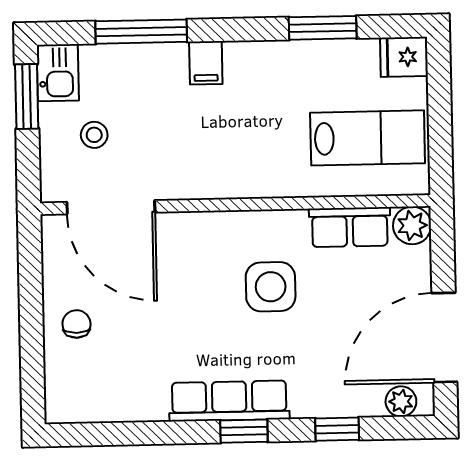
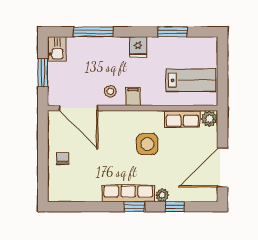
fridge: (404, 57) -> (138, 47), moved, turned -90
filing cabinet: (206, 63) -> (133, 96), moved, turned 180
window: (27, 96) -> (43, 73), moved
stool: (94, 135) -> (110, 91), moved
plant: (401, 401) -> (162, 195), moved

